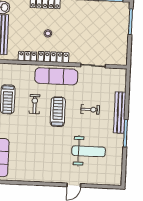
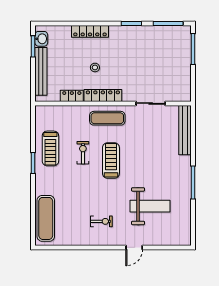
exercise mat: (56, 76) -> (107, 118), width x0.73, depth x0.69
exercise bike: (90, 109) -> (101, 221), moved
bench: (120, 112) -> (185, 130), moved

